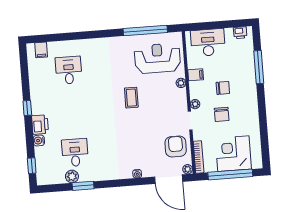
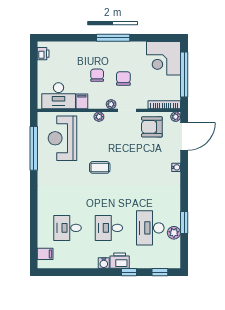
desk: (208, 43) -> (59, 96), moved, turned -90
window: (259, 67) -> (113, 38), moved
plant: (181, 83) -> (99, 117), moved
window: (27, 108) -> (129, 272), moved
desk: (72, 111) -> (109, 228), added
chair: (222, 114) -> (123, 78), turned -90
water cooler: (39, 141) -> (104, 263), moved
desk: (75, 153) -> (150, 228), width x1.37
corner desk: (233, 154) -> (164, 58), moved

